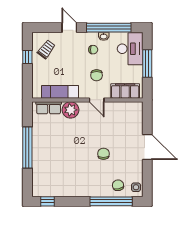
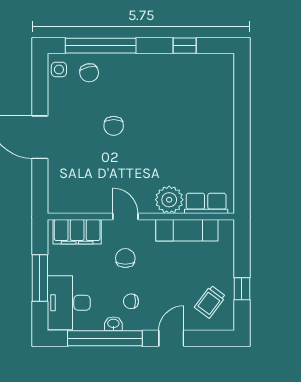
door: (69, 28) -> (171, 338), swing flipped
window: (27, 147) -> (242, 137), removed
window: (47, 201) -> (185, 46), moved

